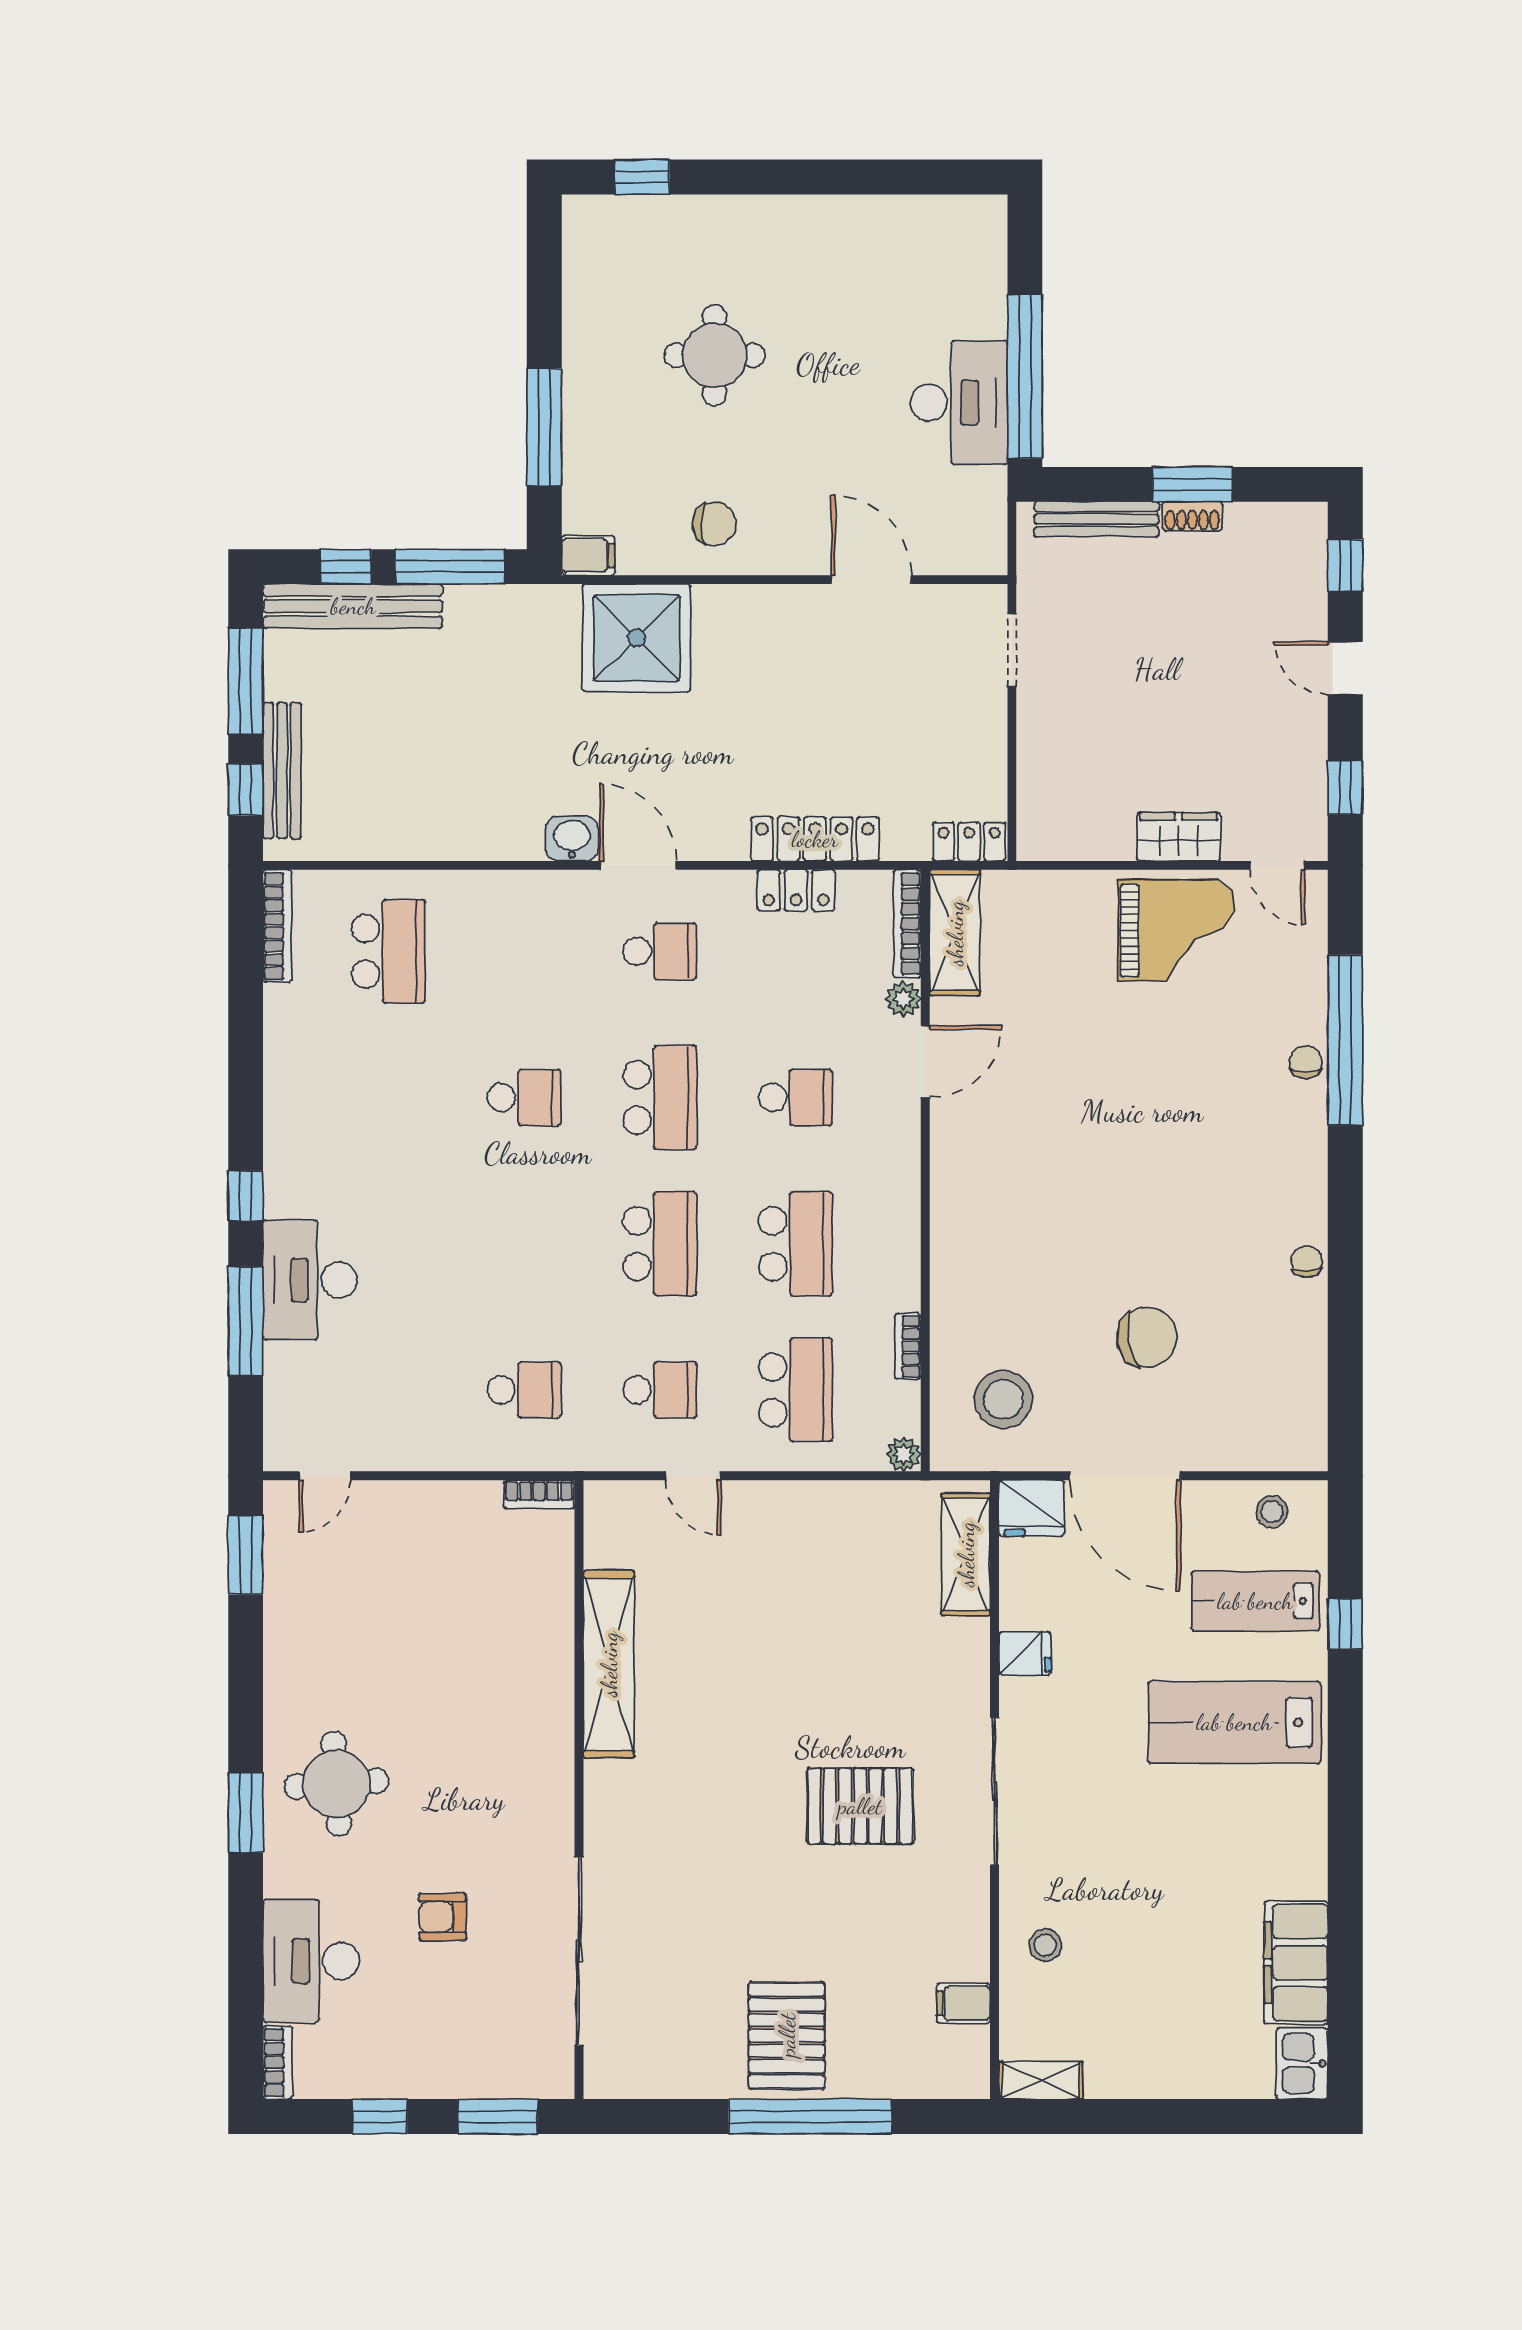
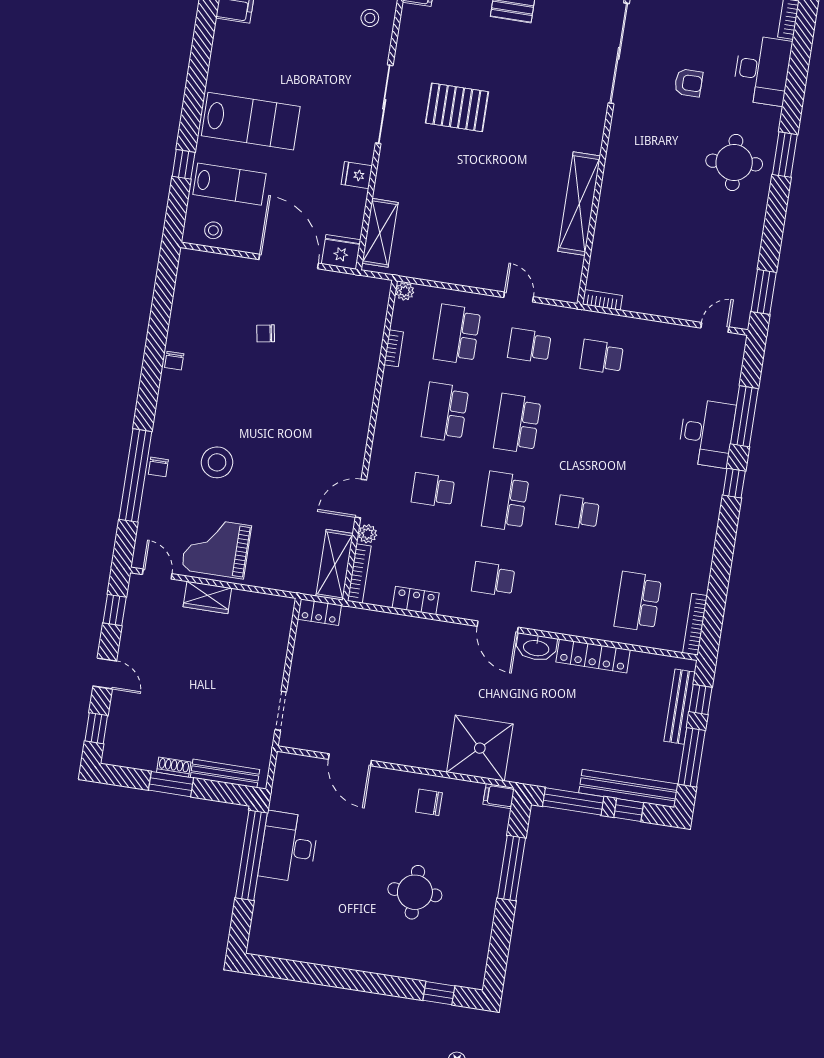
washbasin: (572, 839) -> (536, 647), width x1.38
locker: (815, 839) -> (593, 656), moved
chair: (1147, 1337) -> (266, 333), width x0.54, depth x0.54
stool: (1003, 1399) -> (217, 462), moved

